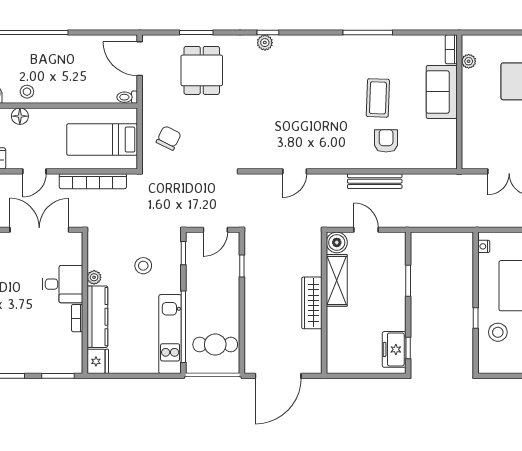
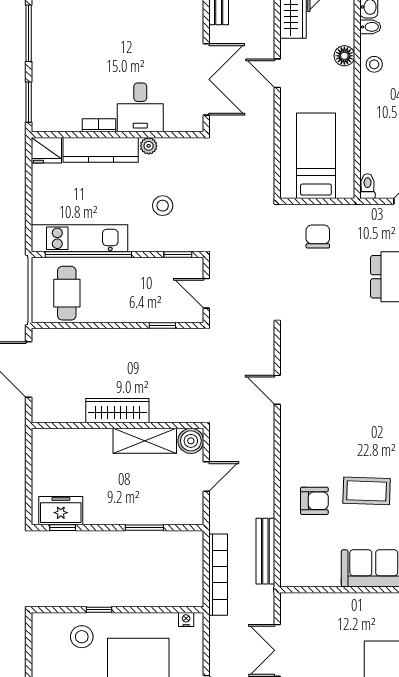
chair: (169, 138) -> (318, 237), turned -116
bookcase: (93, 181) -> (218, 575), moved, turned 180
bench: (375, 181) -> (265, 551), moved

